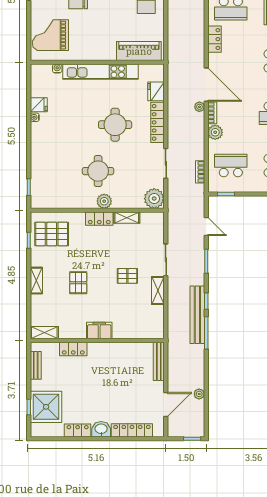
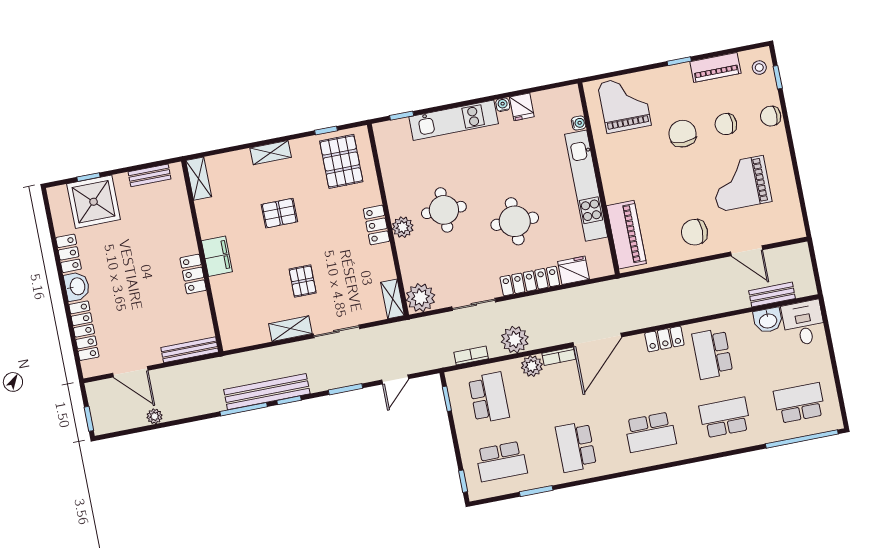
plant: (199, 107) -> (515, 340), moved, width x1.88, depth x1.88
kitchen unit: (39, 153) -> (454, 120), added
shelving: (127, 218) -> (392, 299), moved
locker: (73, 349) -> (193, 274), moved

